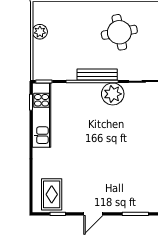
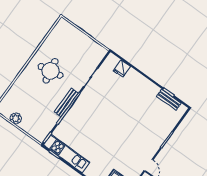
plant: (113, 94) -> (85, 102), removed

